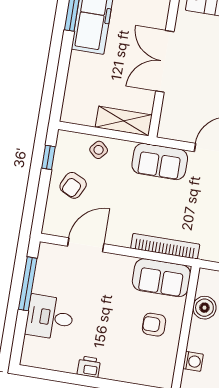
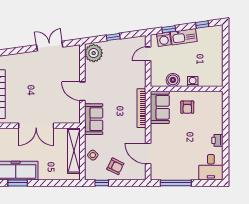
shelving: (124, 121) -> (74, 151), width x1.47
desk: (50, 317) -> (211, 167), moved
washing machine: (193, 361) -> (193, 81), moved

